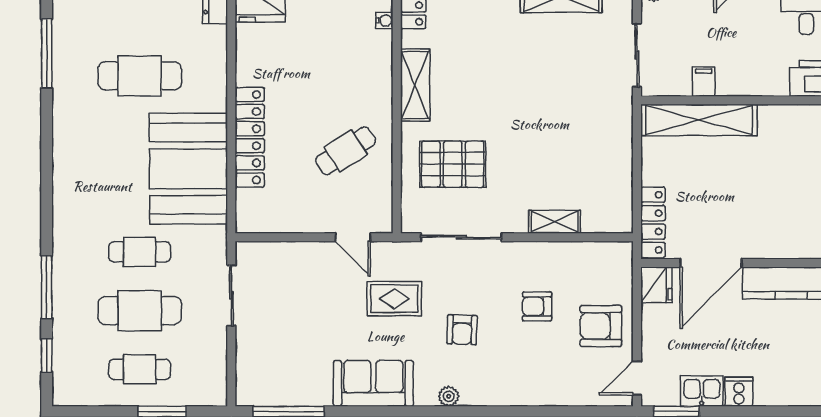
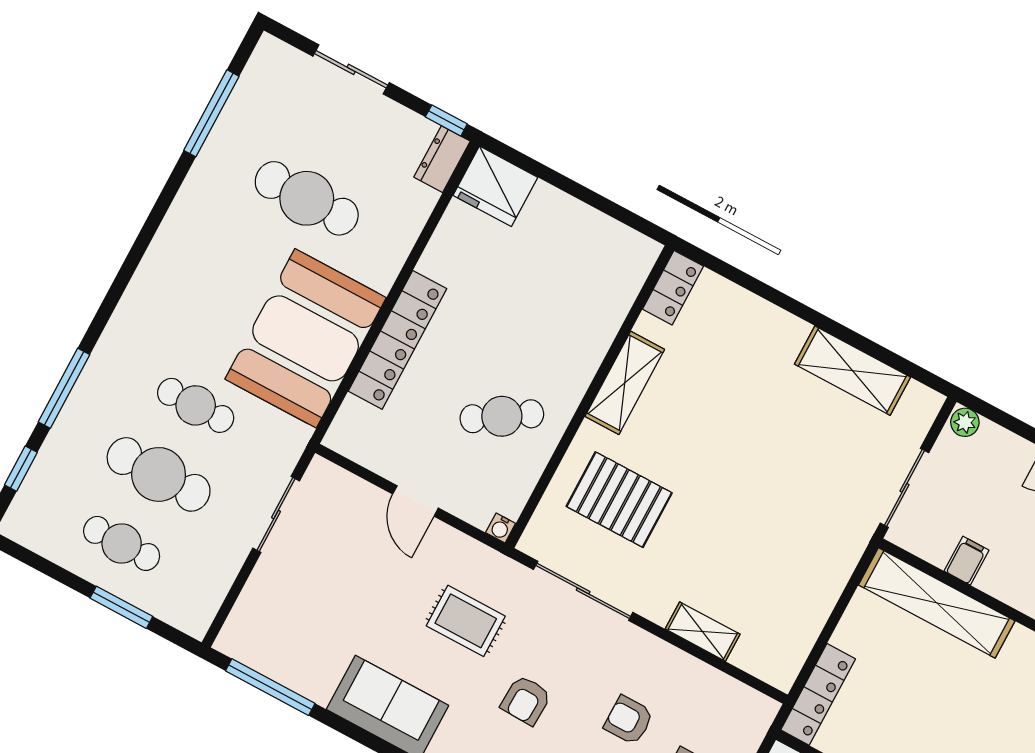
water cooler: (384, 20) -> (501, 528), moved, turned 90
door: (353, 237) -> (416, 501), moved

